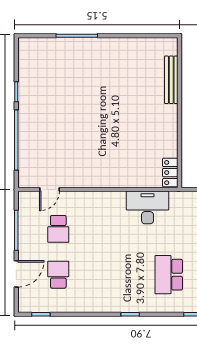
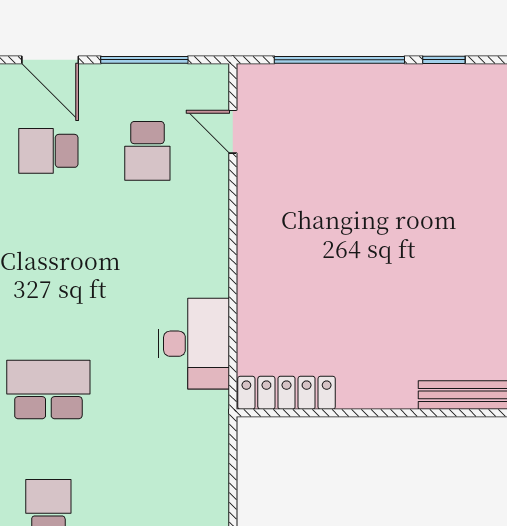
locker: (170, 173) -> (286, 393), width x1.53
school desk: (58, 229) -> (147, 151), turned -90
school desk: (58, 275) -> (48, 151), turned 180

